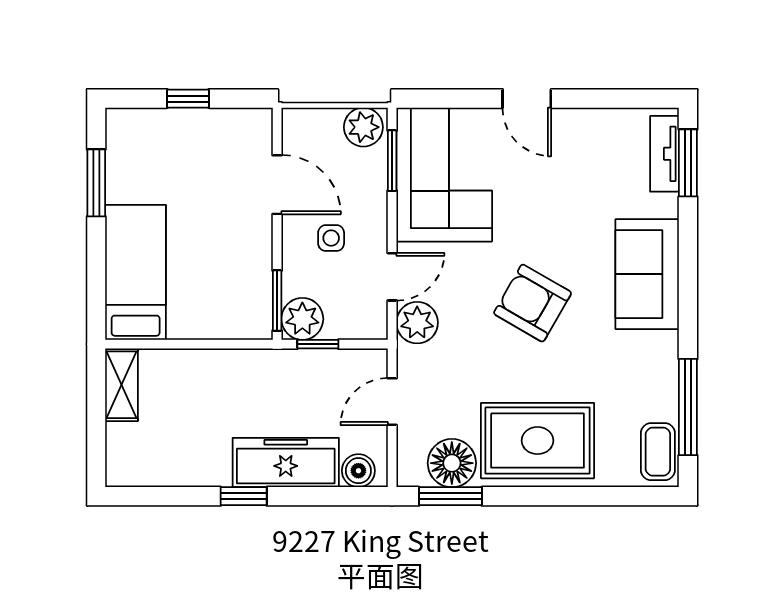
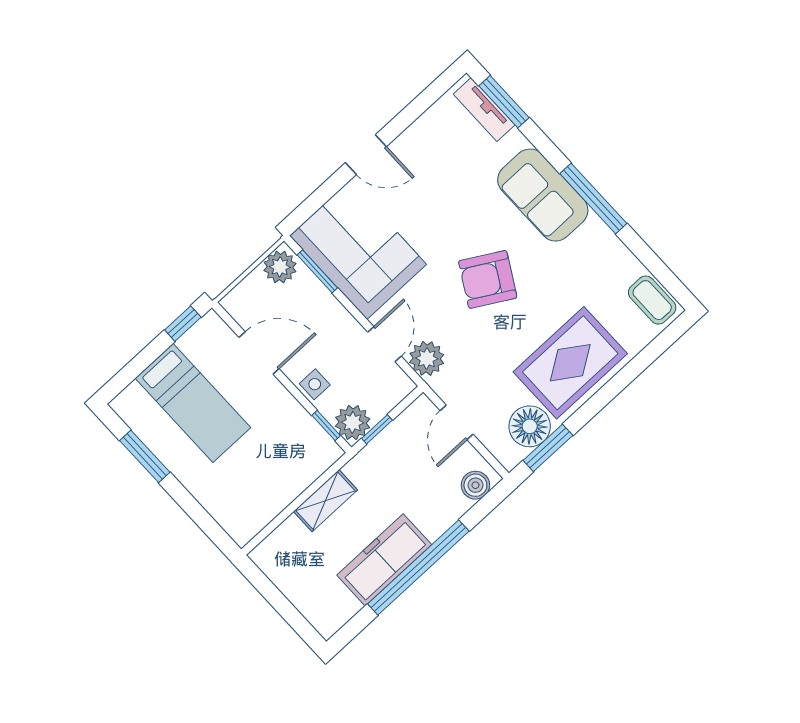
window: (188, 99) -> (183, 324), moved
side table: (331, 238) -> (315, 384), moved
bed: (136, 272) -> (193, 403), moved, turned 180
window: (277, 301) -> (326, 426), width x0.67
shelving: (122, 385) -> (325, 501), moved, turned 90
window: (688, 407) -> (593, 199), moved
freezer: (286, 462) -> (384, 560), moved
window: (244, 496) -> (418, 568), width x3.17

